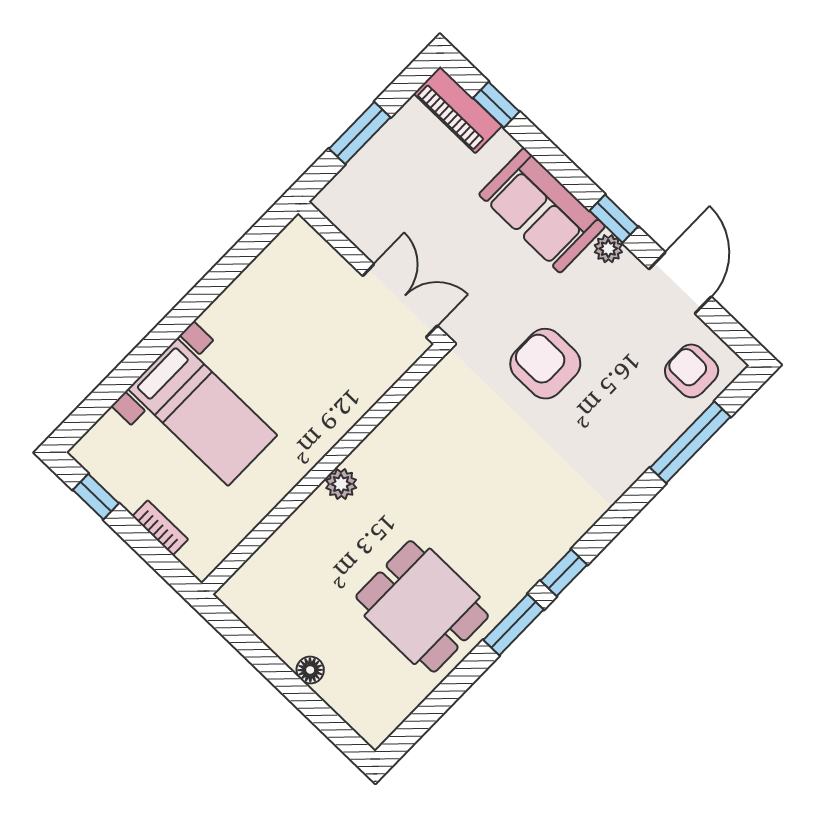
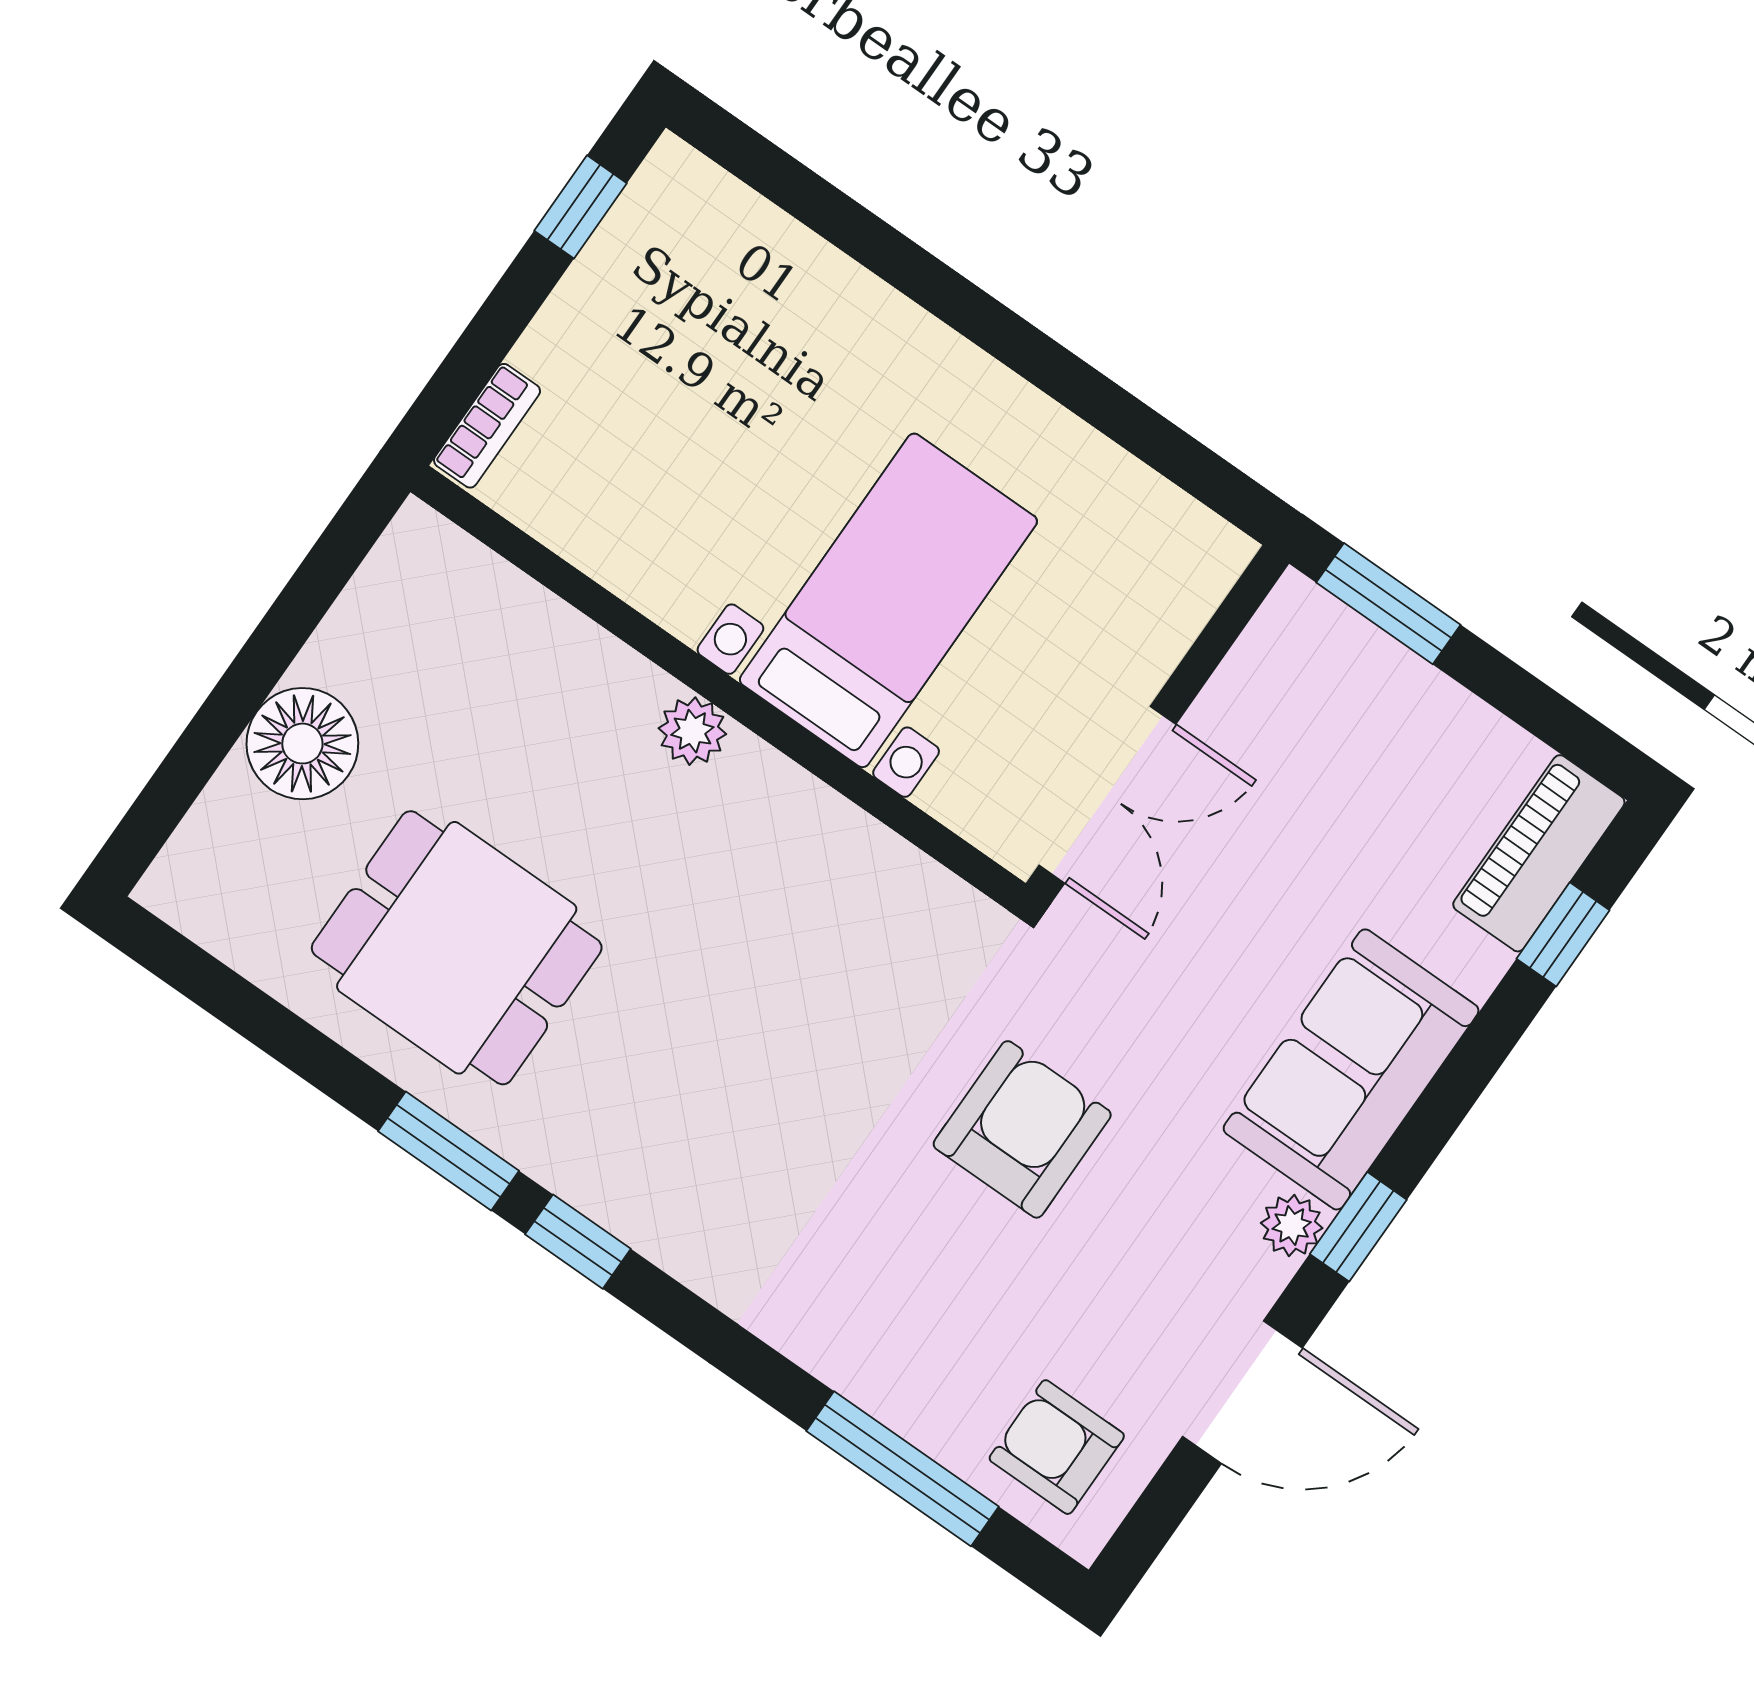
window: (360, 133) -> (1388, 604), moved
armchair: (692, 371) -> (1057, 1447), turned -90
bed with nightstands: (203, 412) -> (888, 600), moved, turned 180
bookcase: (160, 528) -> (487, 426), moved
dining table: (422, 606) -> (457, 948), turned 90
floor lamp: (310, 670) -> (302, 744), width x1.89, depth x1.89

